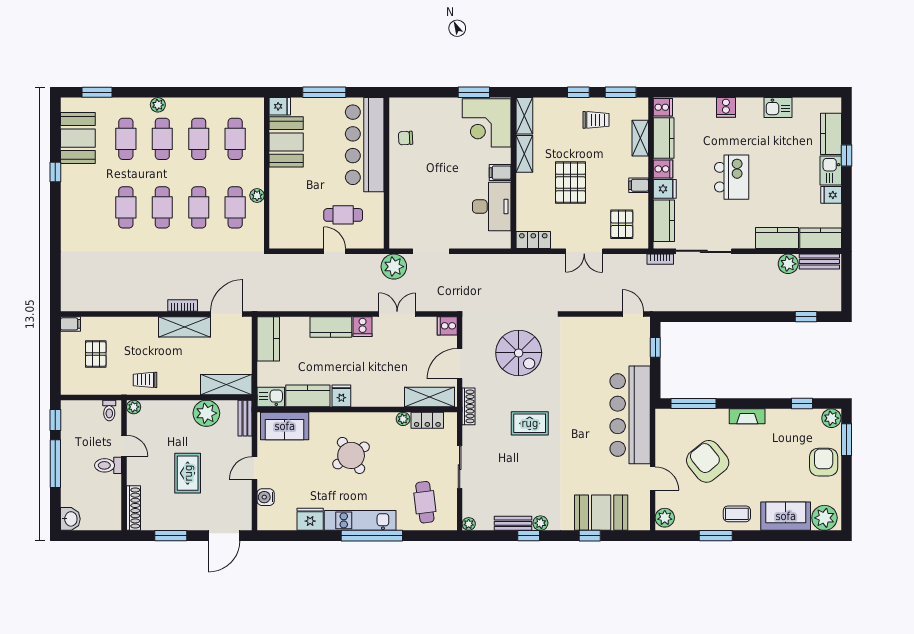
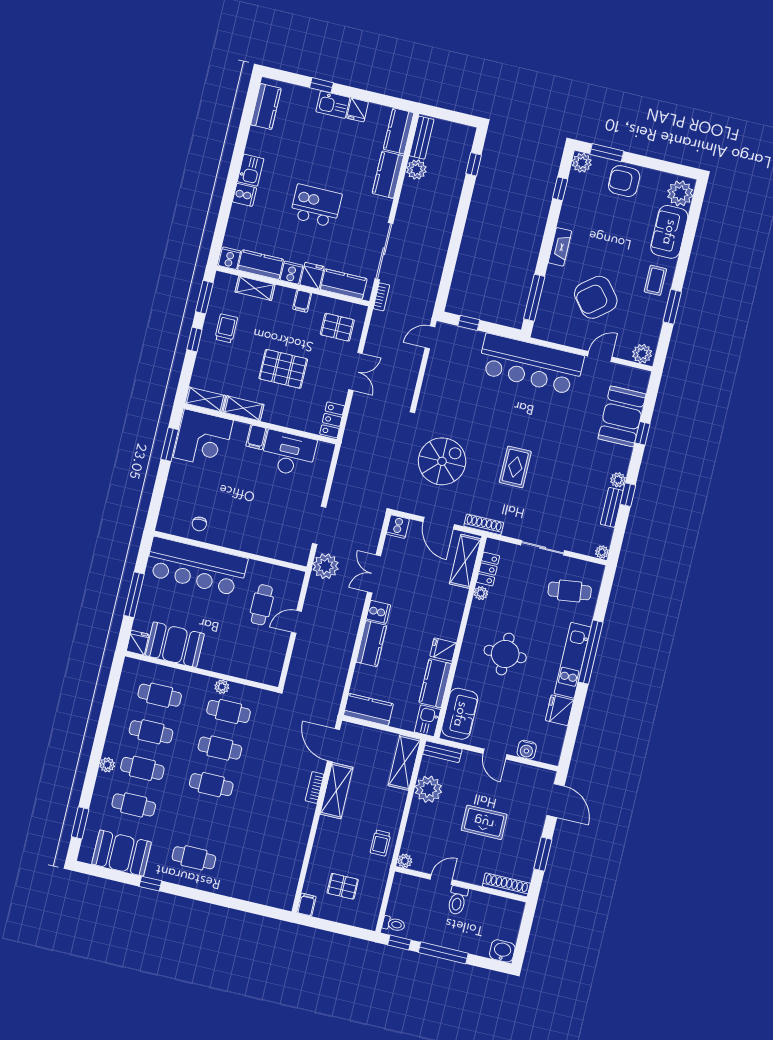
kitchen sink: (778, 108) -> (251, 170), moved
kitchen counter: (831, 134) -> (266, 107), moved, turned -90
cafe table: (126, 207) -> (194, 858), moved
toilet: (109, 410) -> (394, 924), moved
round table: (351, 455) -> (505, 654), turned 33

